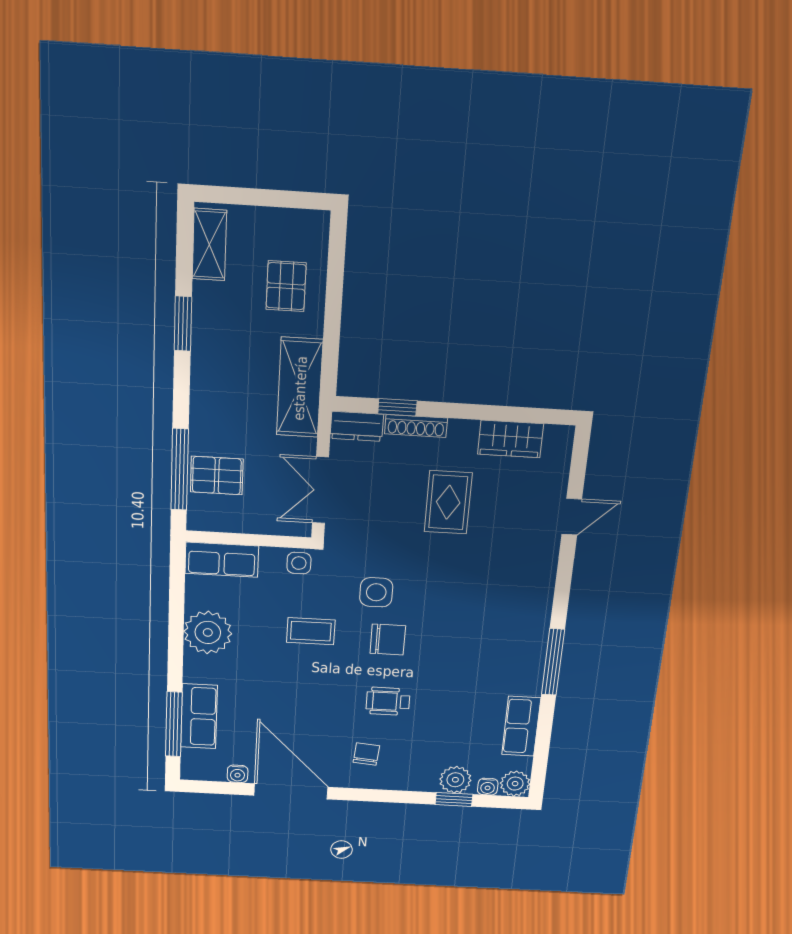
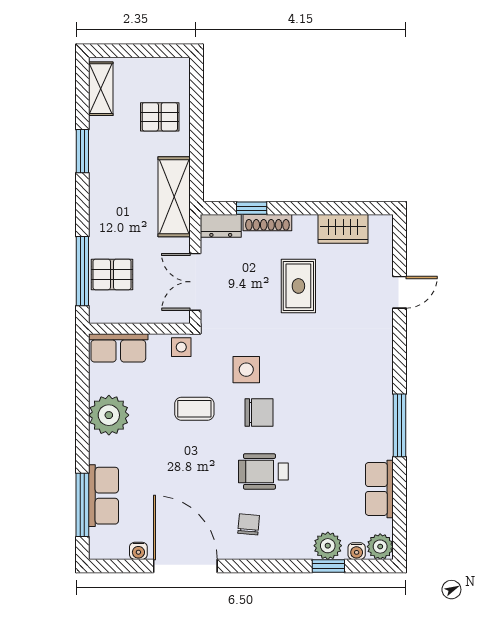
pallet: (286, 286) -> (160, 117), turned 90
wheelchair: (388, 701) -> (263, 471), width x1.36, depth x1.37

